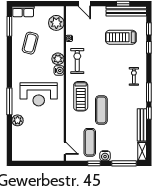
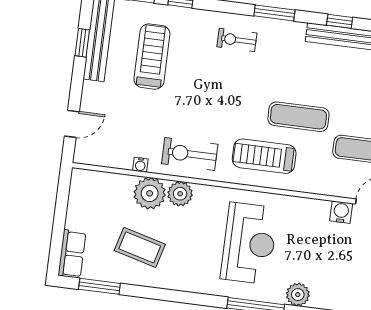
plant: (56, 23) -> (150, 193), moved
treadmill: (121, 37) -> (152, 57), turned 180
water cooler: (59, 70) -> (341, 212), moved
treadmill: (81, 96) -> (264, 156), turned 180
window: (149, 113) -> (340, 21), moved

